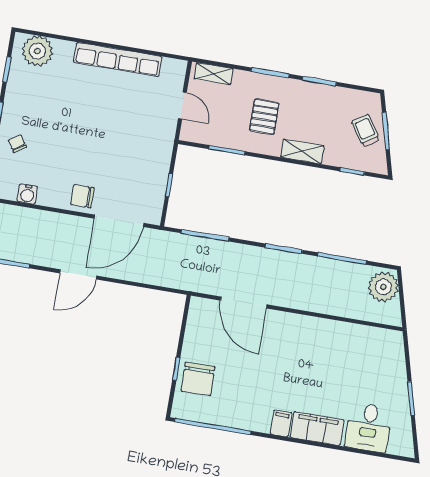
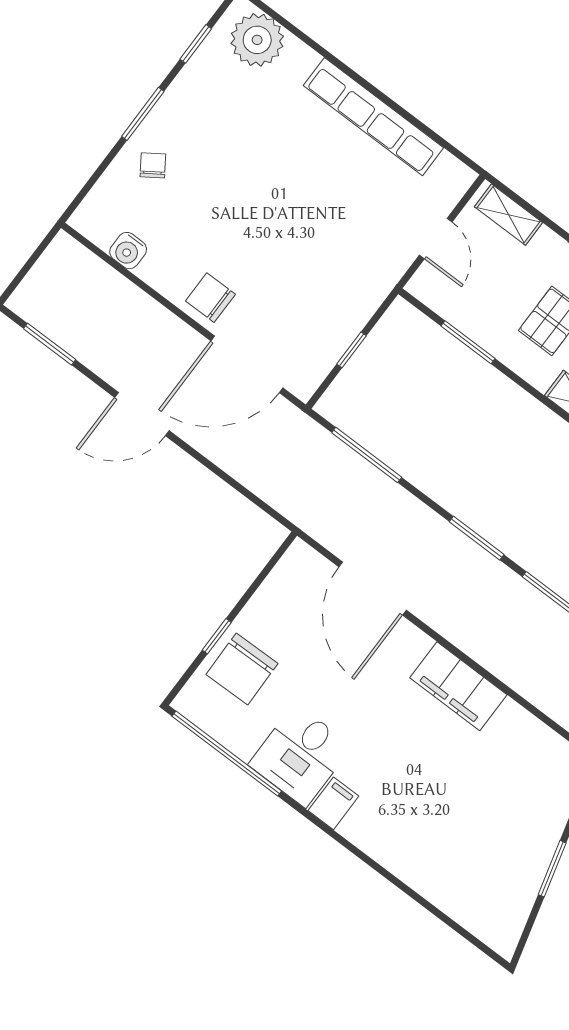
desk: (368, 427) -> (300, 755), moved
filing cabinet: (317, 429) -> (458, 686), moved, turned 180

